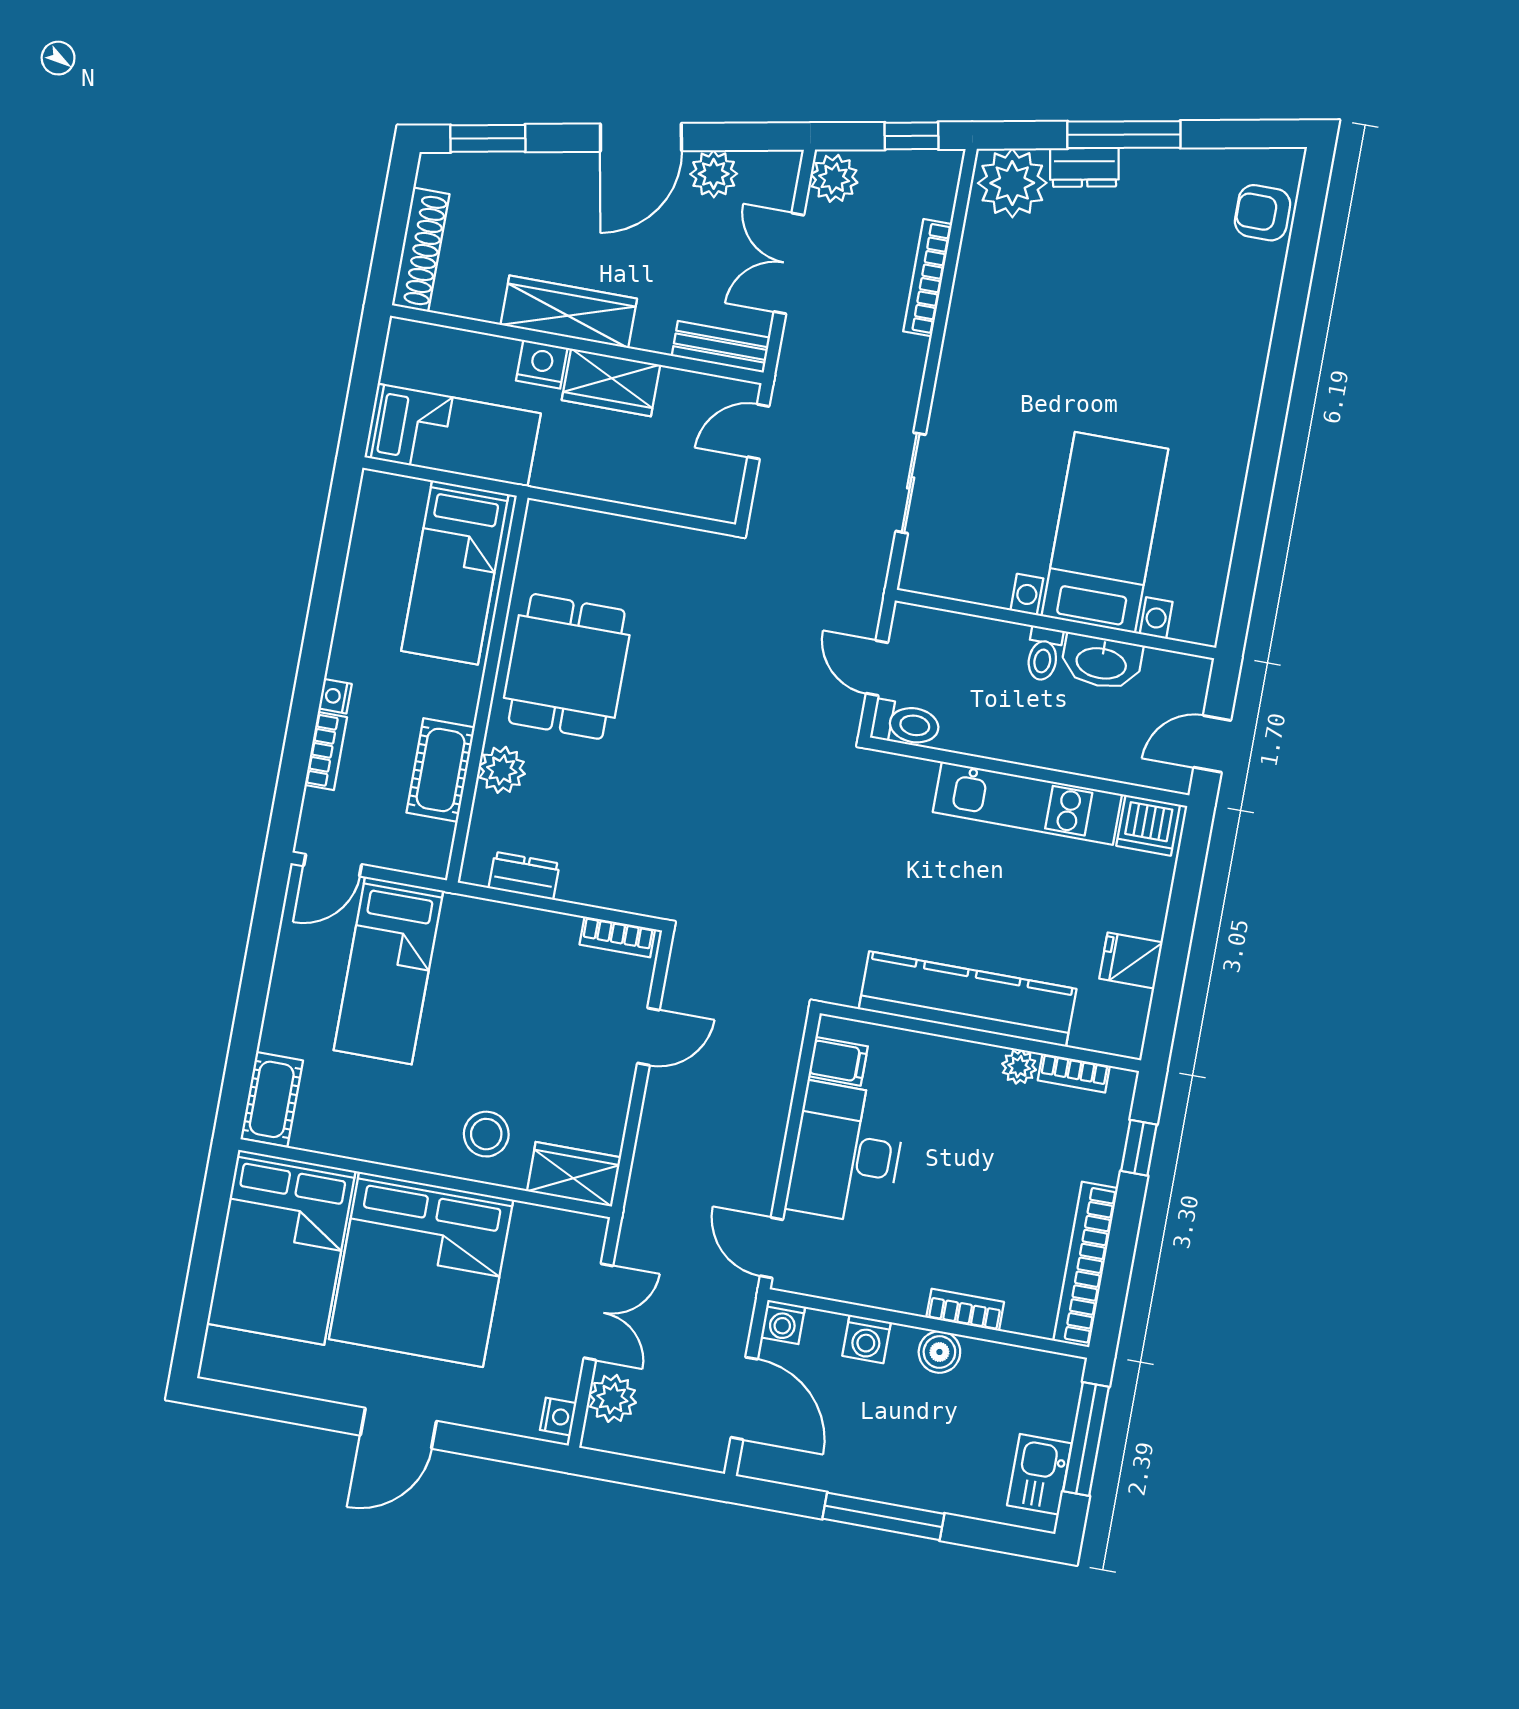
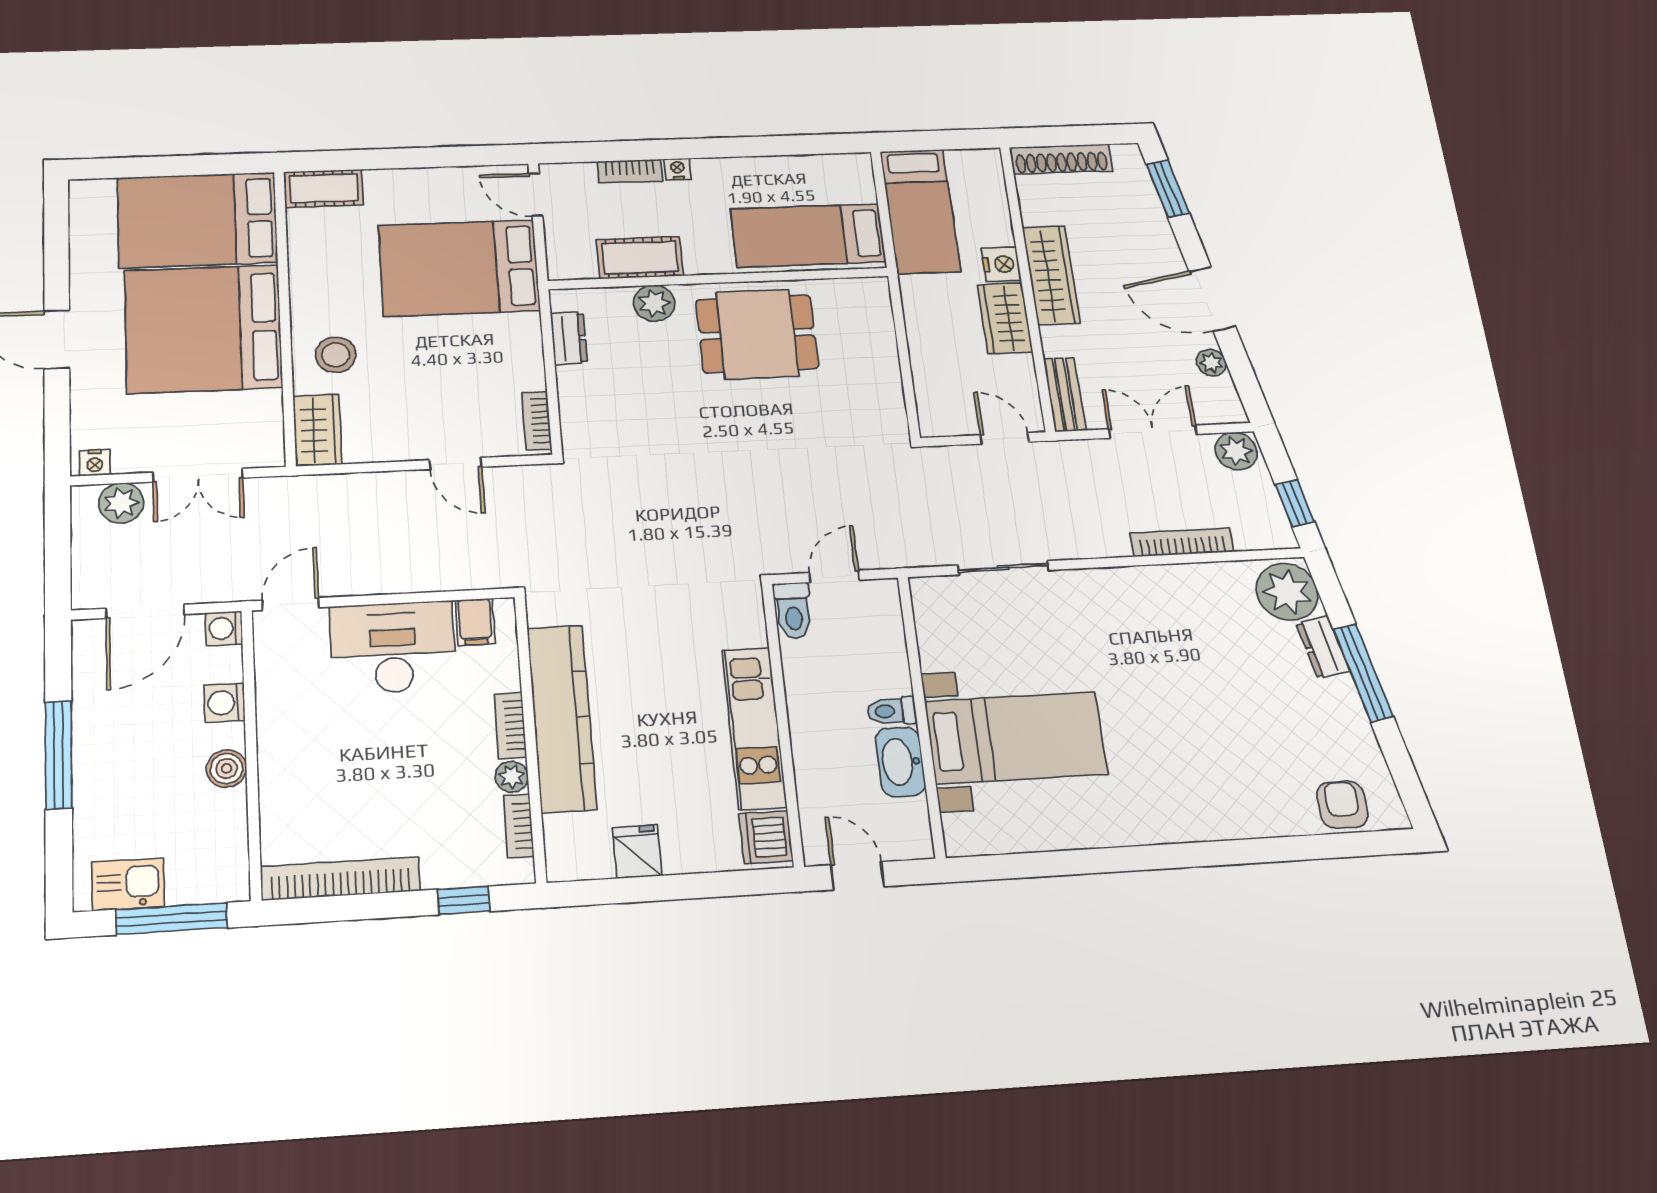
plant: (714, 174) -> (1211, 363), width x0.73, depth x0.73
bed: (388, 970) -> (459, 268), width x1.50
bookcase: (965, 1310) -> (510, 725), moved, turned 180

